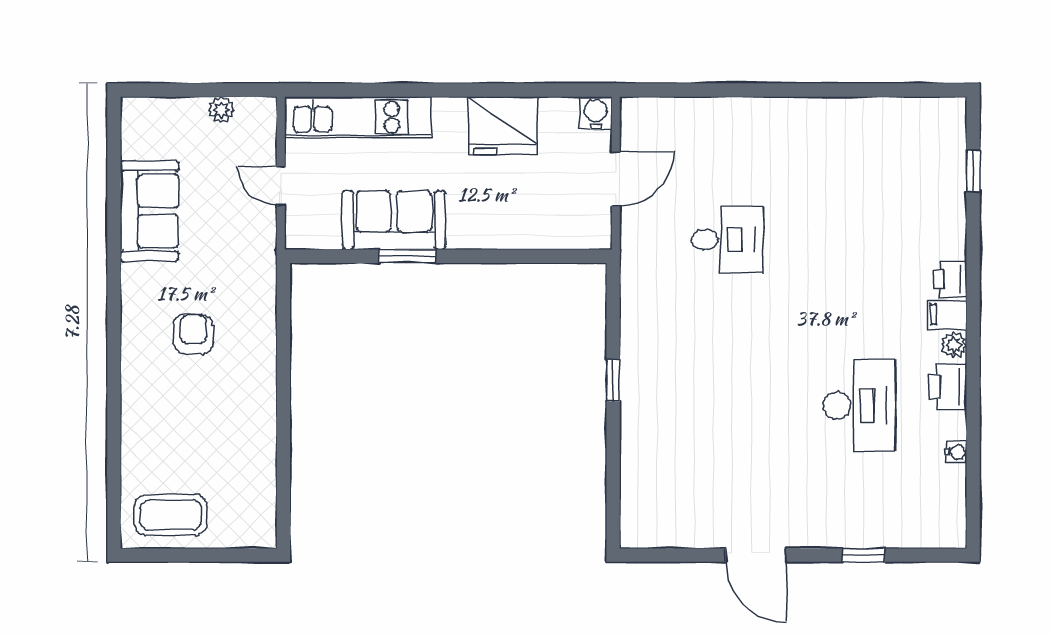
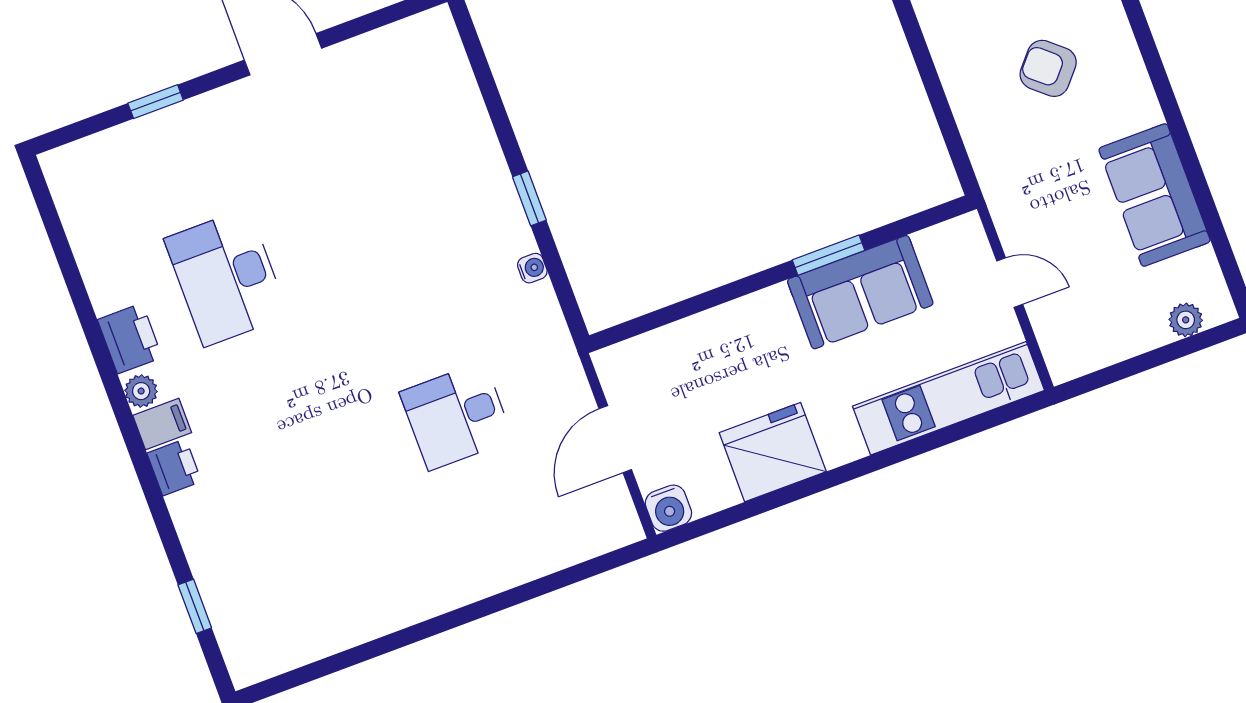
plant: (221, 110) -> (1186, 320), moved
armchair: (193, 334) -> (1048, 68), turned 131
water cooler: (956, 452) -> (532, 268), moved, turned 180

